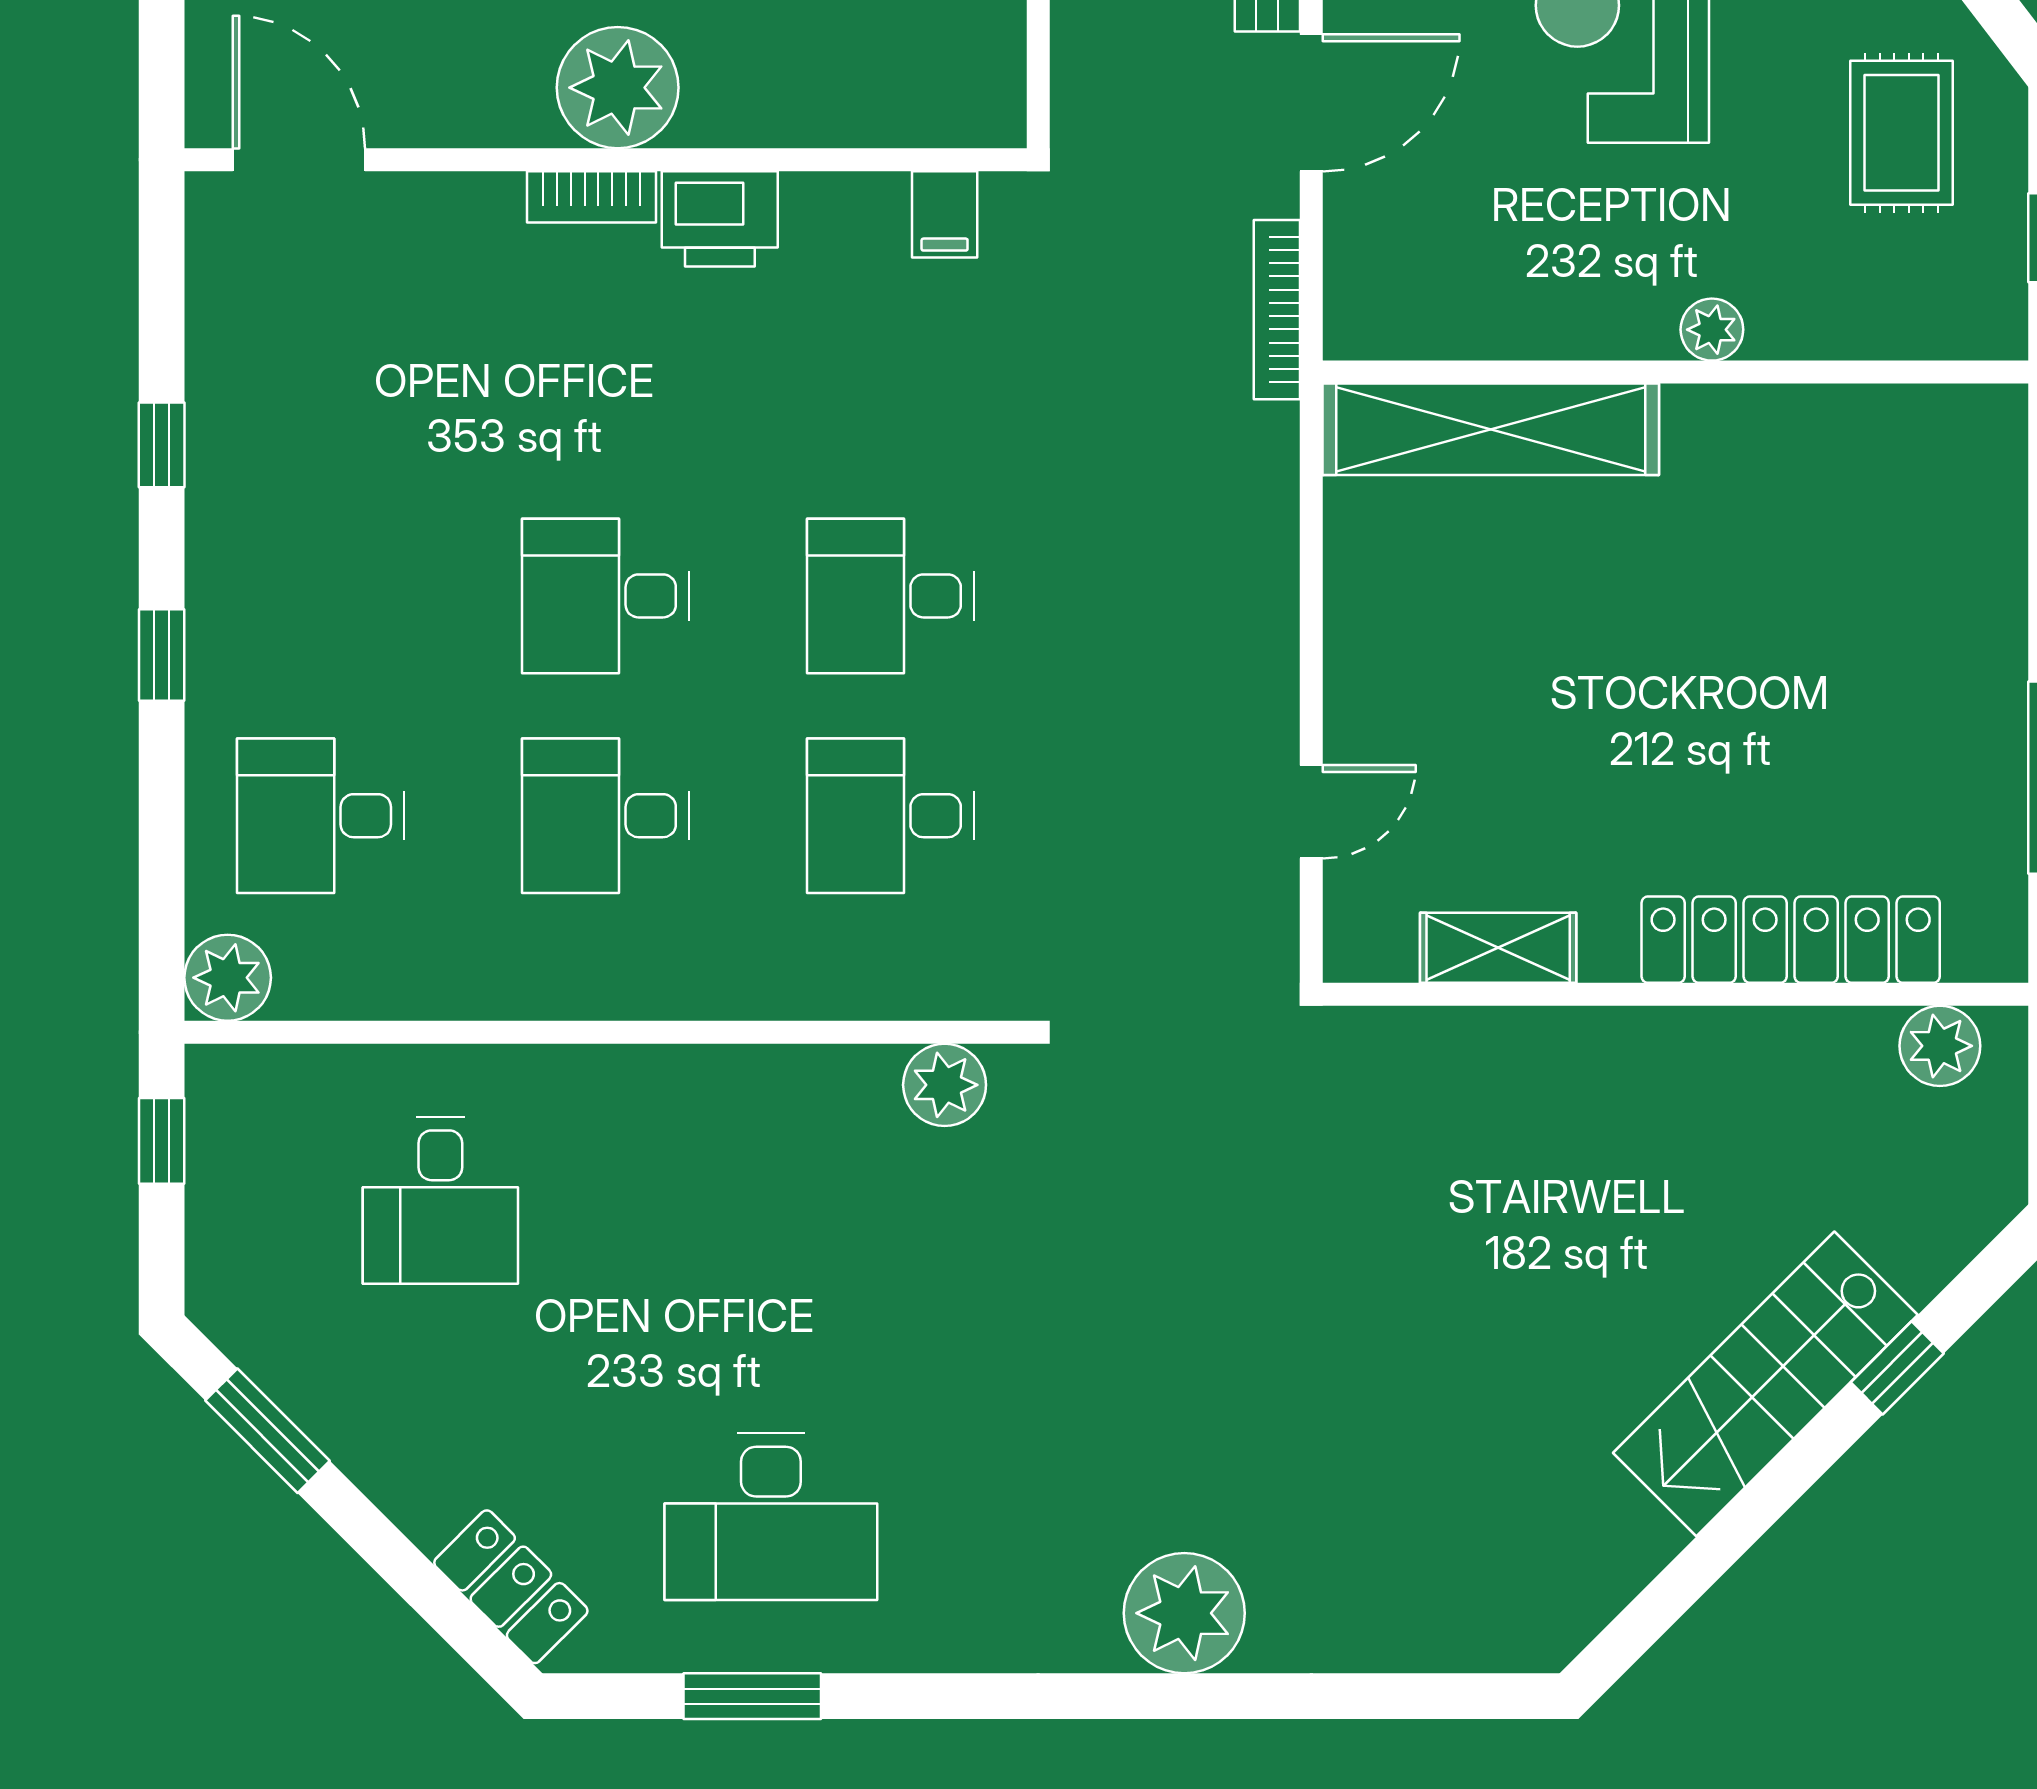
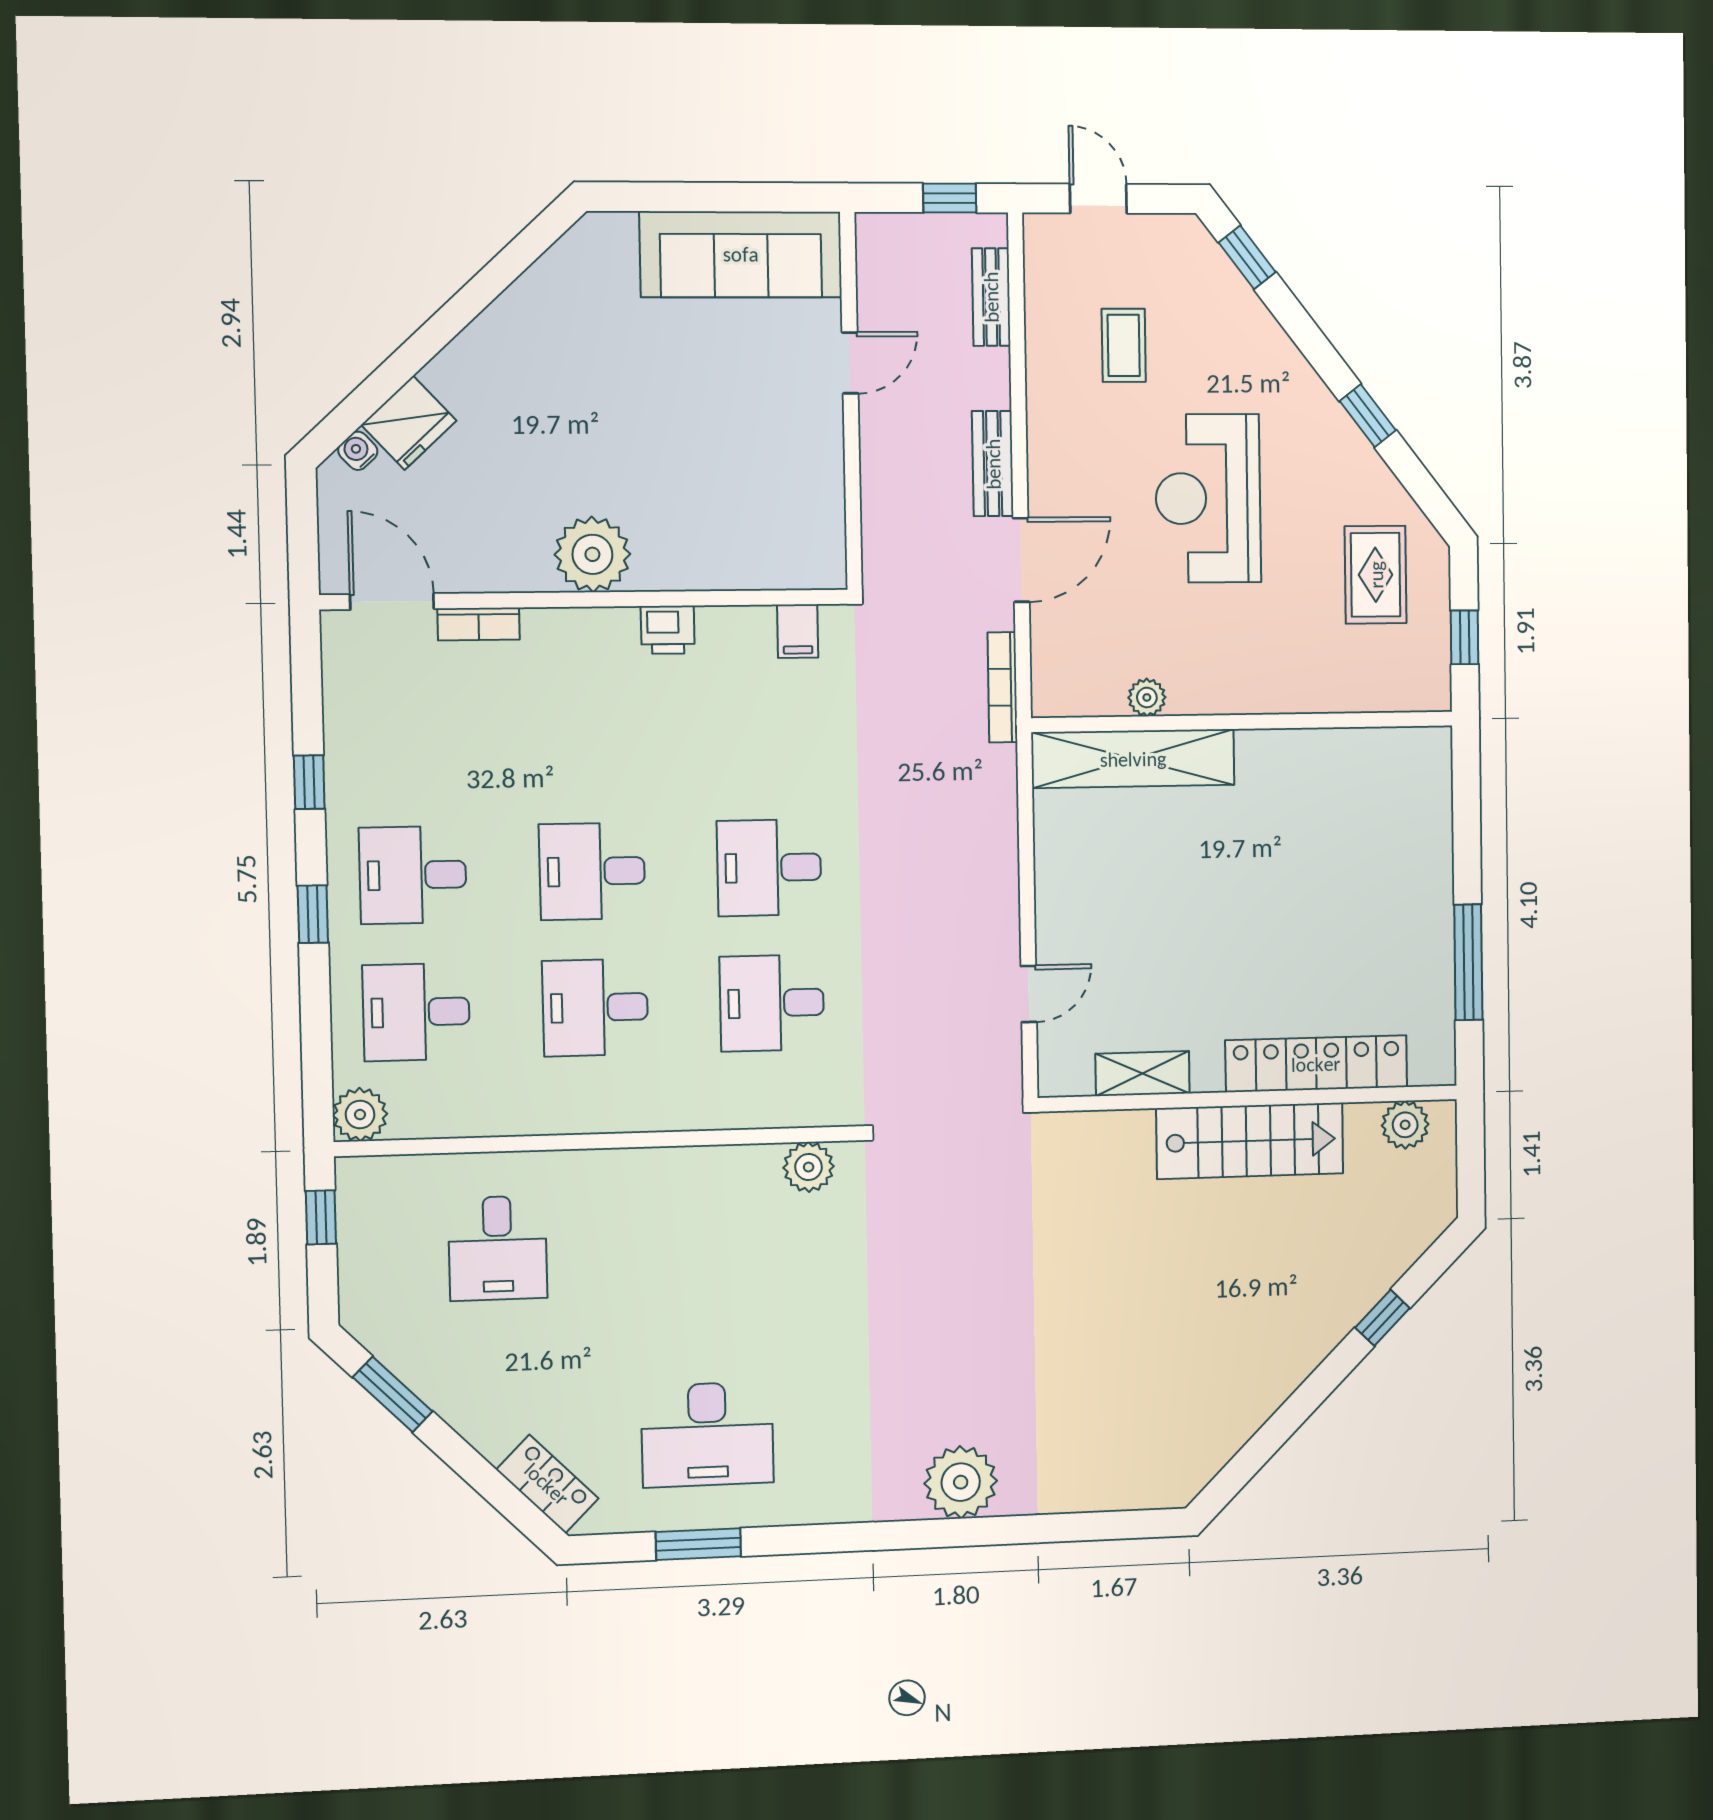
bookcase: (591, 197) -> (479, 624), moved
printer: (720, 219) -> (668, 630), width x0.73, depth x0.81
plant: (1712, 330) -> (1147, 697), moved
desk: (321, 596) -> (413, 875), added
stairs: (1765, 1384) -> (1250, 1141), moved, turned -135

